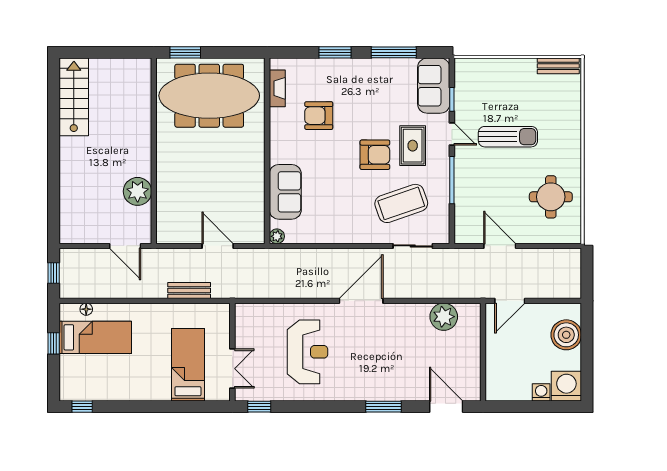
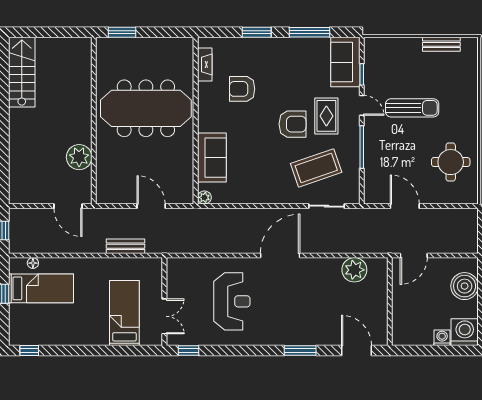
bench: (558, 66) -> (441, 44), moved
meeting table: (209, 96) -> (146, 108), moved

